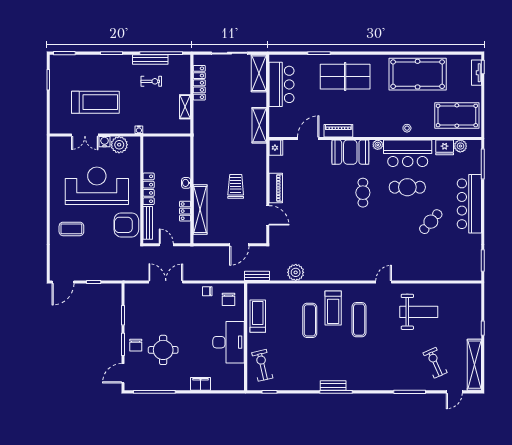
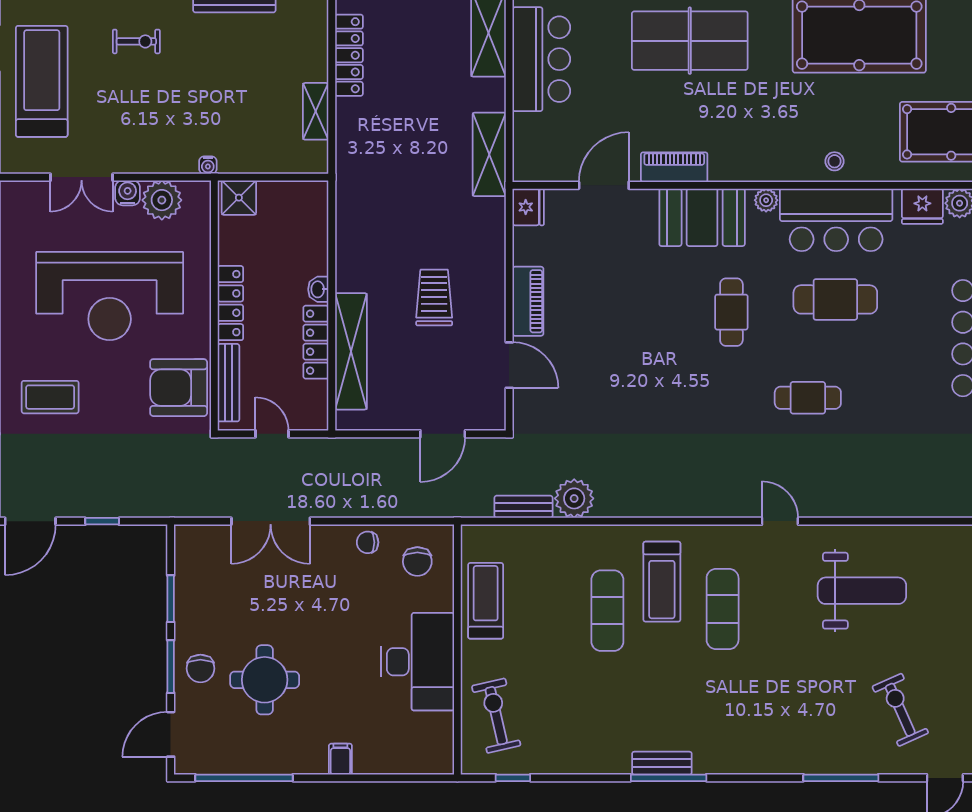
exercise bike: (151, 81) -> (136, 41), moved
treadmill: (95, 102) -> (42, 81), moved, turned -90
shower: (152, 144) -> (239, 198), added
reception desk: (97, 186) -> (110, 296), turned 180
locker: (185, 211) -> (316, 342), width x1.53
cafe table: (431, 222) -> (808, 398), moved, turned 49
bench: (257, 276) -> (523, 507), moved
double door: (166, 282) -> (271, 521), swing flipped
door: (384, 282) -> (780, 521), hinge flipped
filing cabinet: (201, 384) -> (340, 759), width x0.50

